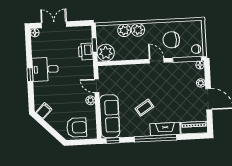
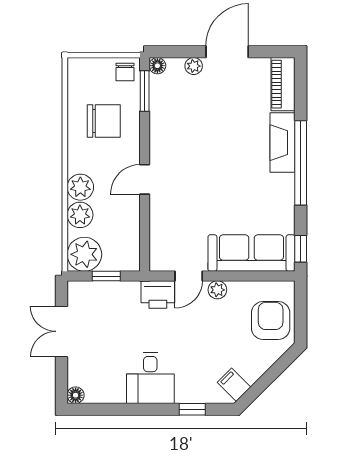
double door: (54, 25) -> (61, 331), moved
chair: (171, 40) -> (104, 121), turned -90
printer: (86, 51) -> (158, 294), moved
plant: (106, 53) -> (84, 254), moved
window: (187, 59) -> (145, 91), width x0.69
door: (157, 61) -> (145, 179), moved
window: (30, 75) -> (192, 409), moved
coffee table: (144, 108) -> (238, 182), removed

